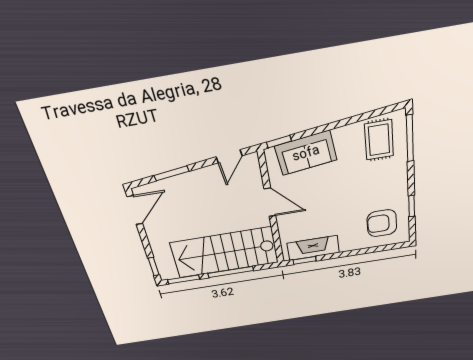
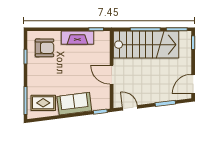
rug: (379, 140) -> (43, 103), turned 90
sofa: (306, 153) -> (74, 104), moved
door: (229, 156) -> (130, 108), hinge flipped
fireplace: (313, 248) -> (77, 38), moved

